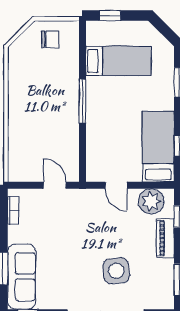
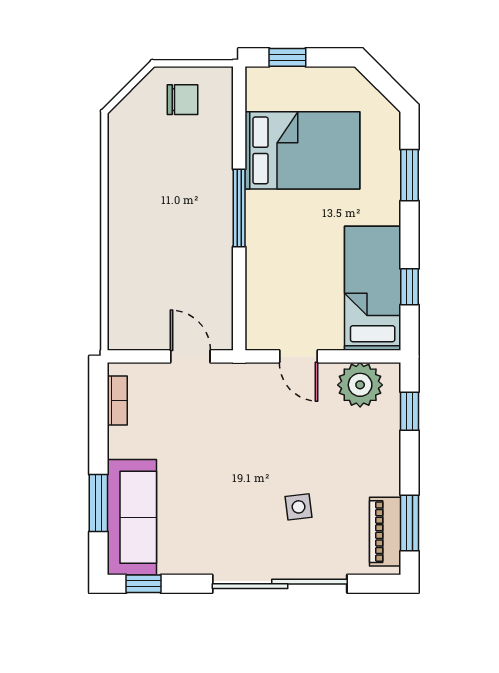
bed: (118, 61) -> (302, 150), width x1.50
piano: (165, 238) -> (385, 532), moved
side table: (116, 271) -> (299, 507), width x0.54, depth x0.54

